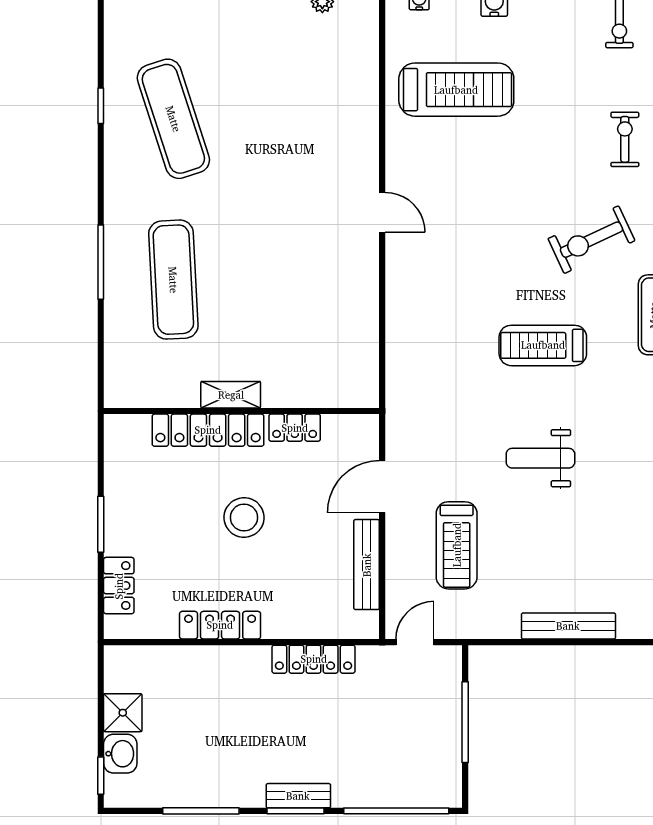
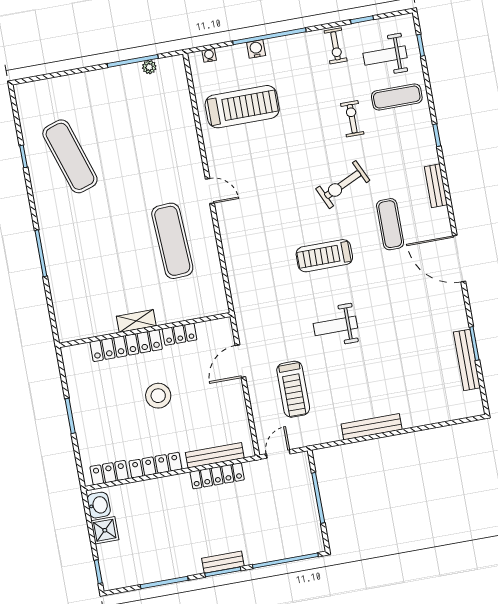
exercise mat: (173, 280) -> (172, 241), moved
bench: (367, 565) -> (215, 455), moved, turned 90
locker: (119, 586) -> (109, 473), moved, turned -90
washbasin: (120, 754) -> (99, 505), moved

